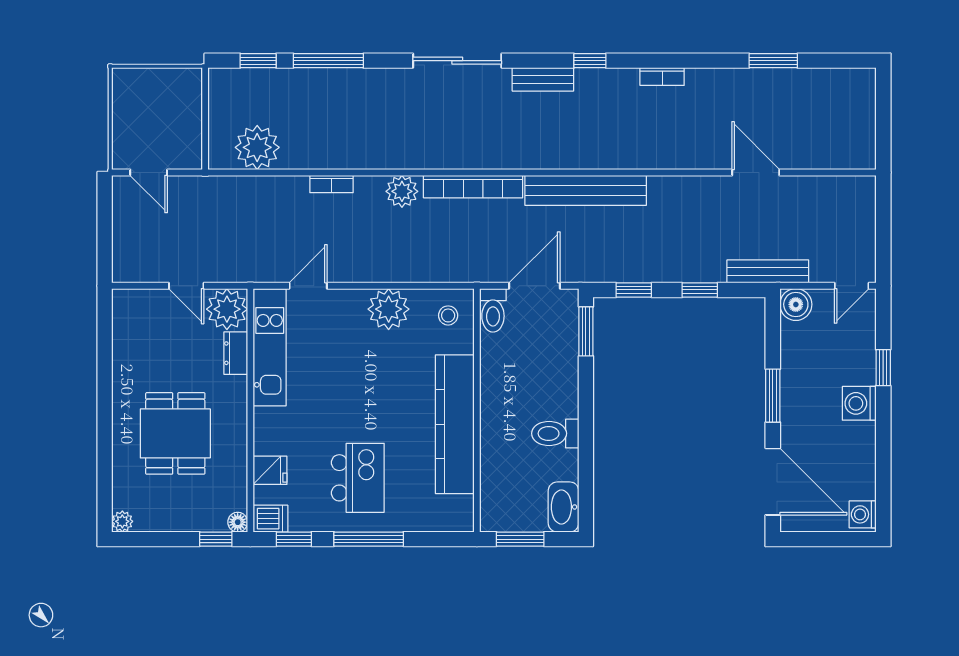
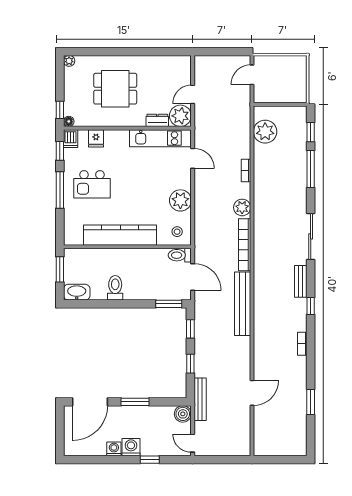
washing machine: (863, 514) -> (114, 449), moved

